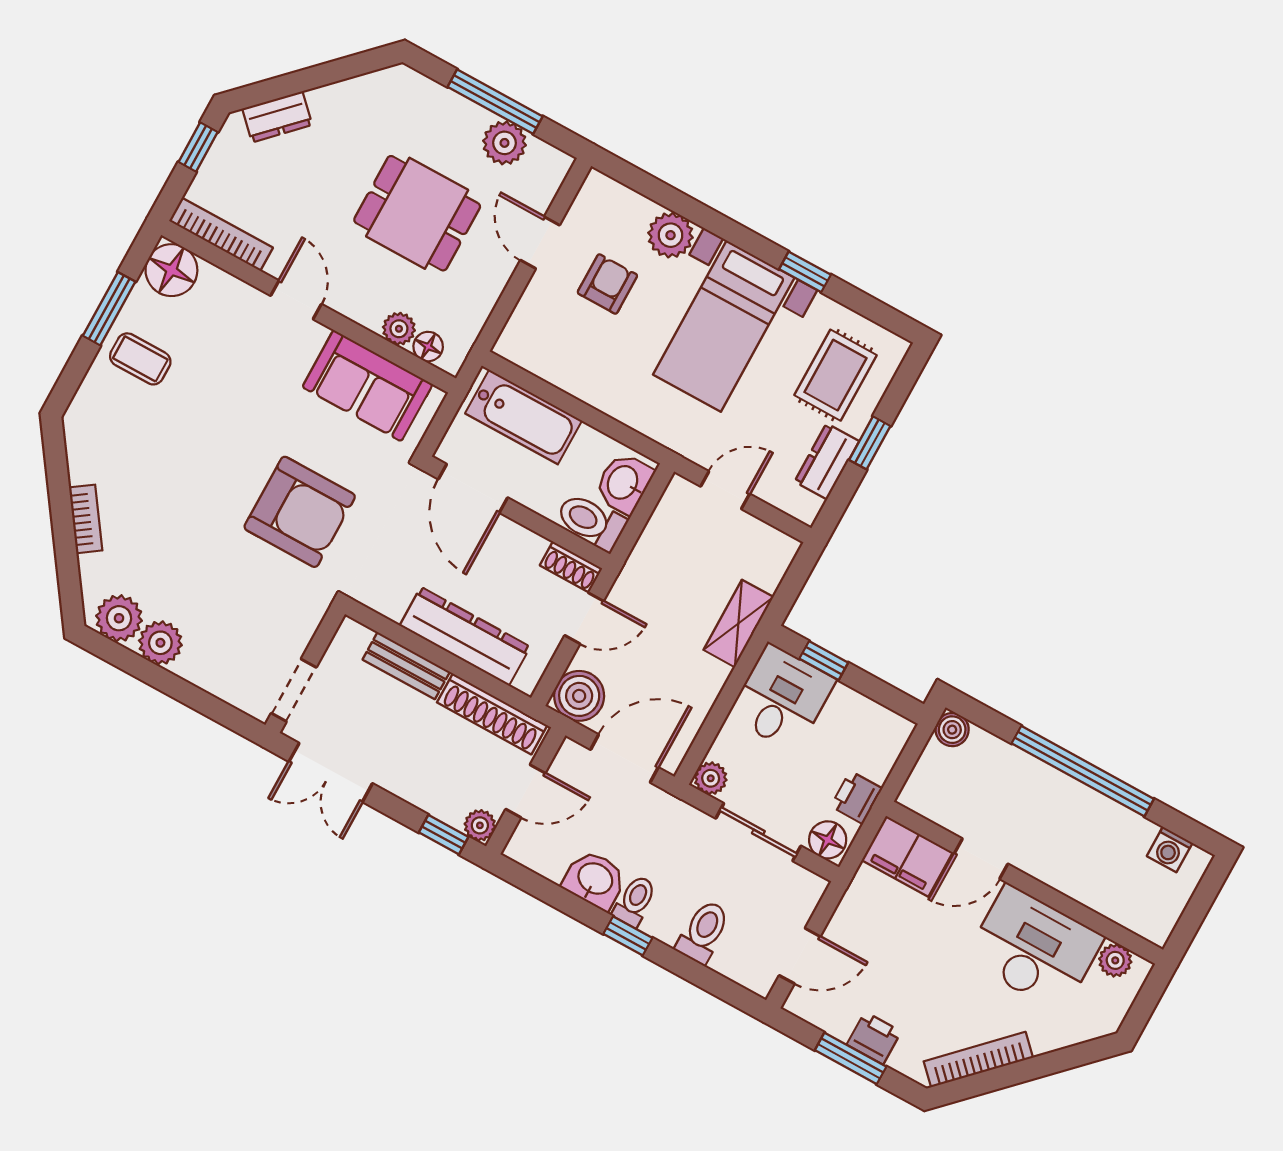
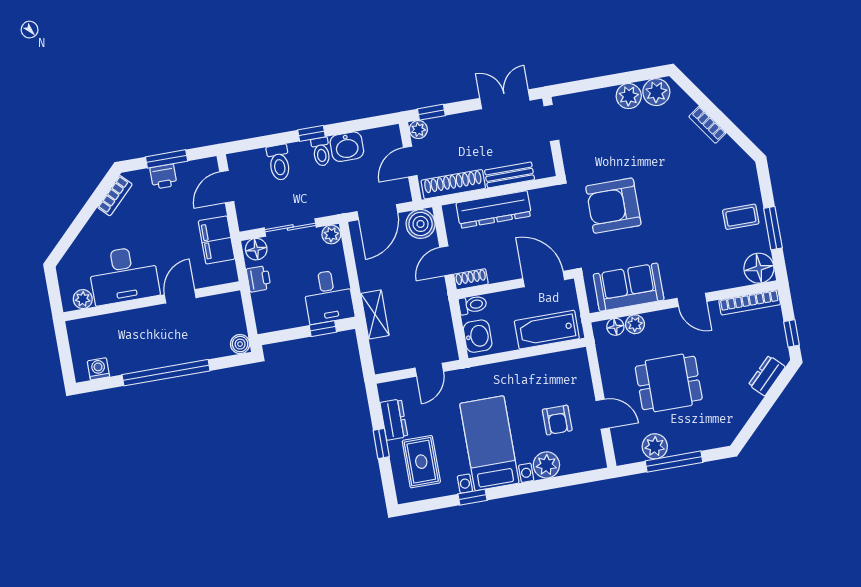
toilet: (591, 522) -> (473, 305), width x0.73, depth x0.72
filing cabinet: (907, 856) -> (216, 240), moved, turned -90
bookcase: (978, 1060) -> (115, 196), width x0.64

